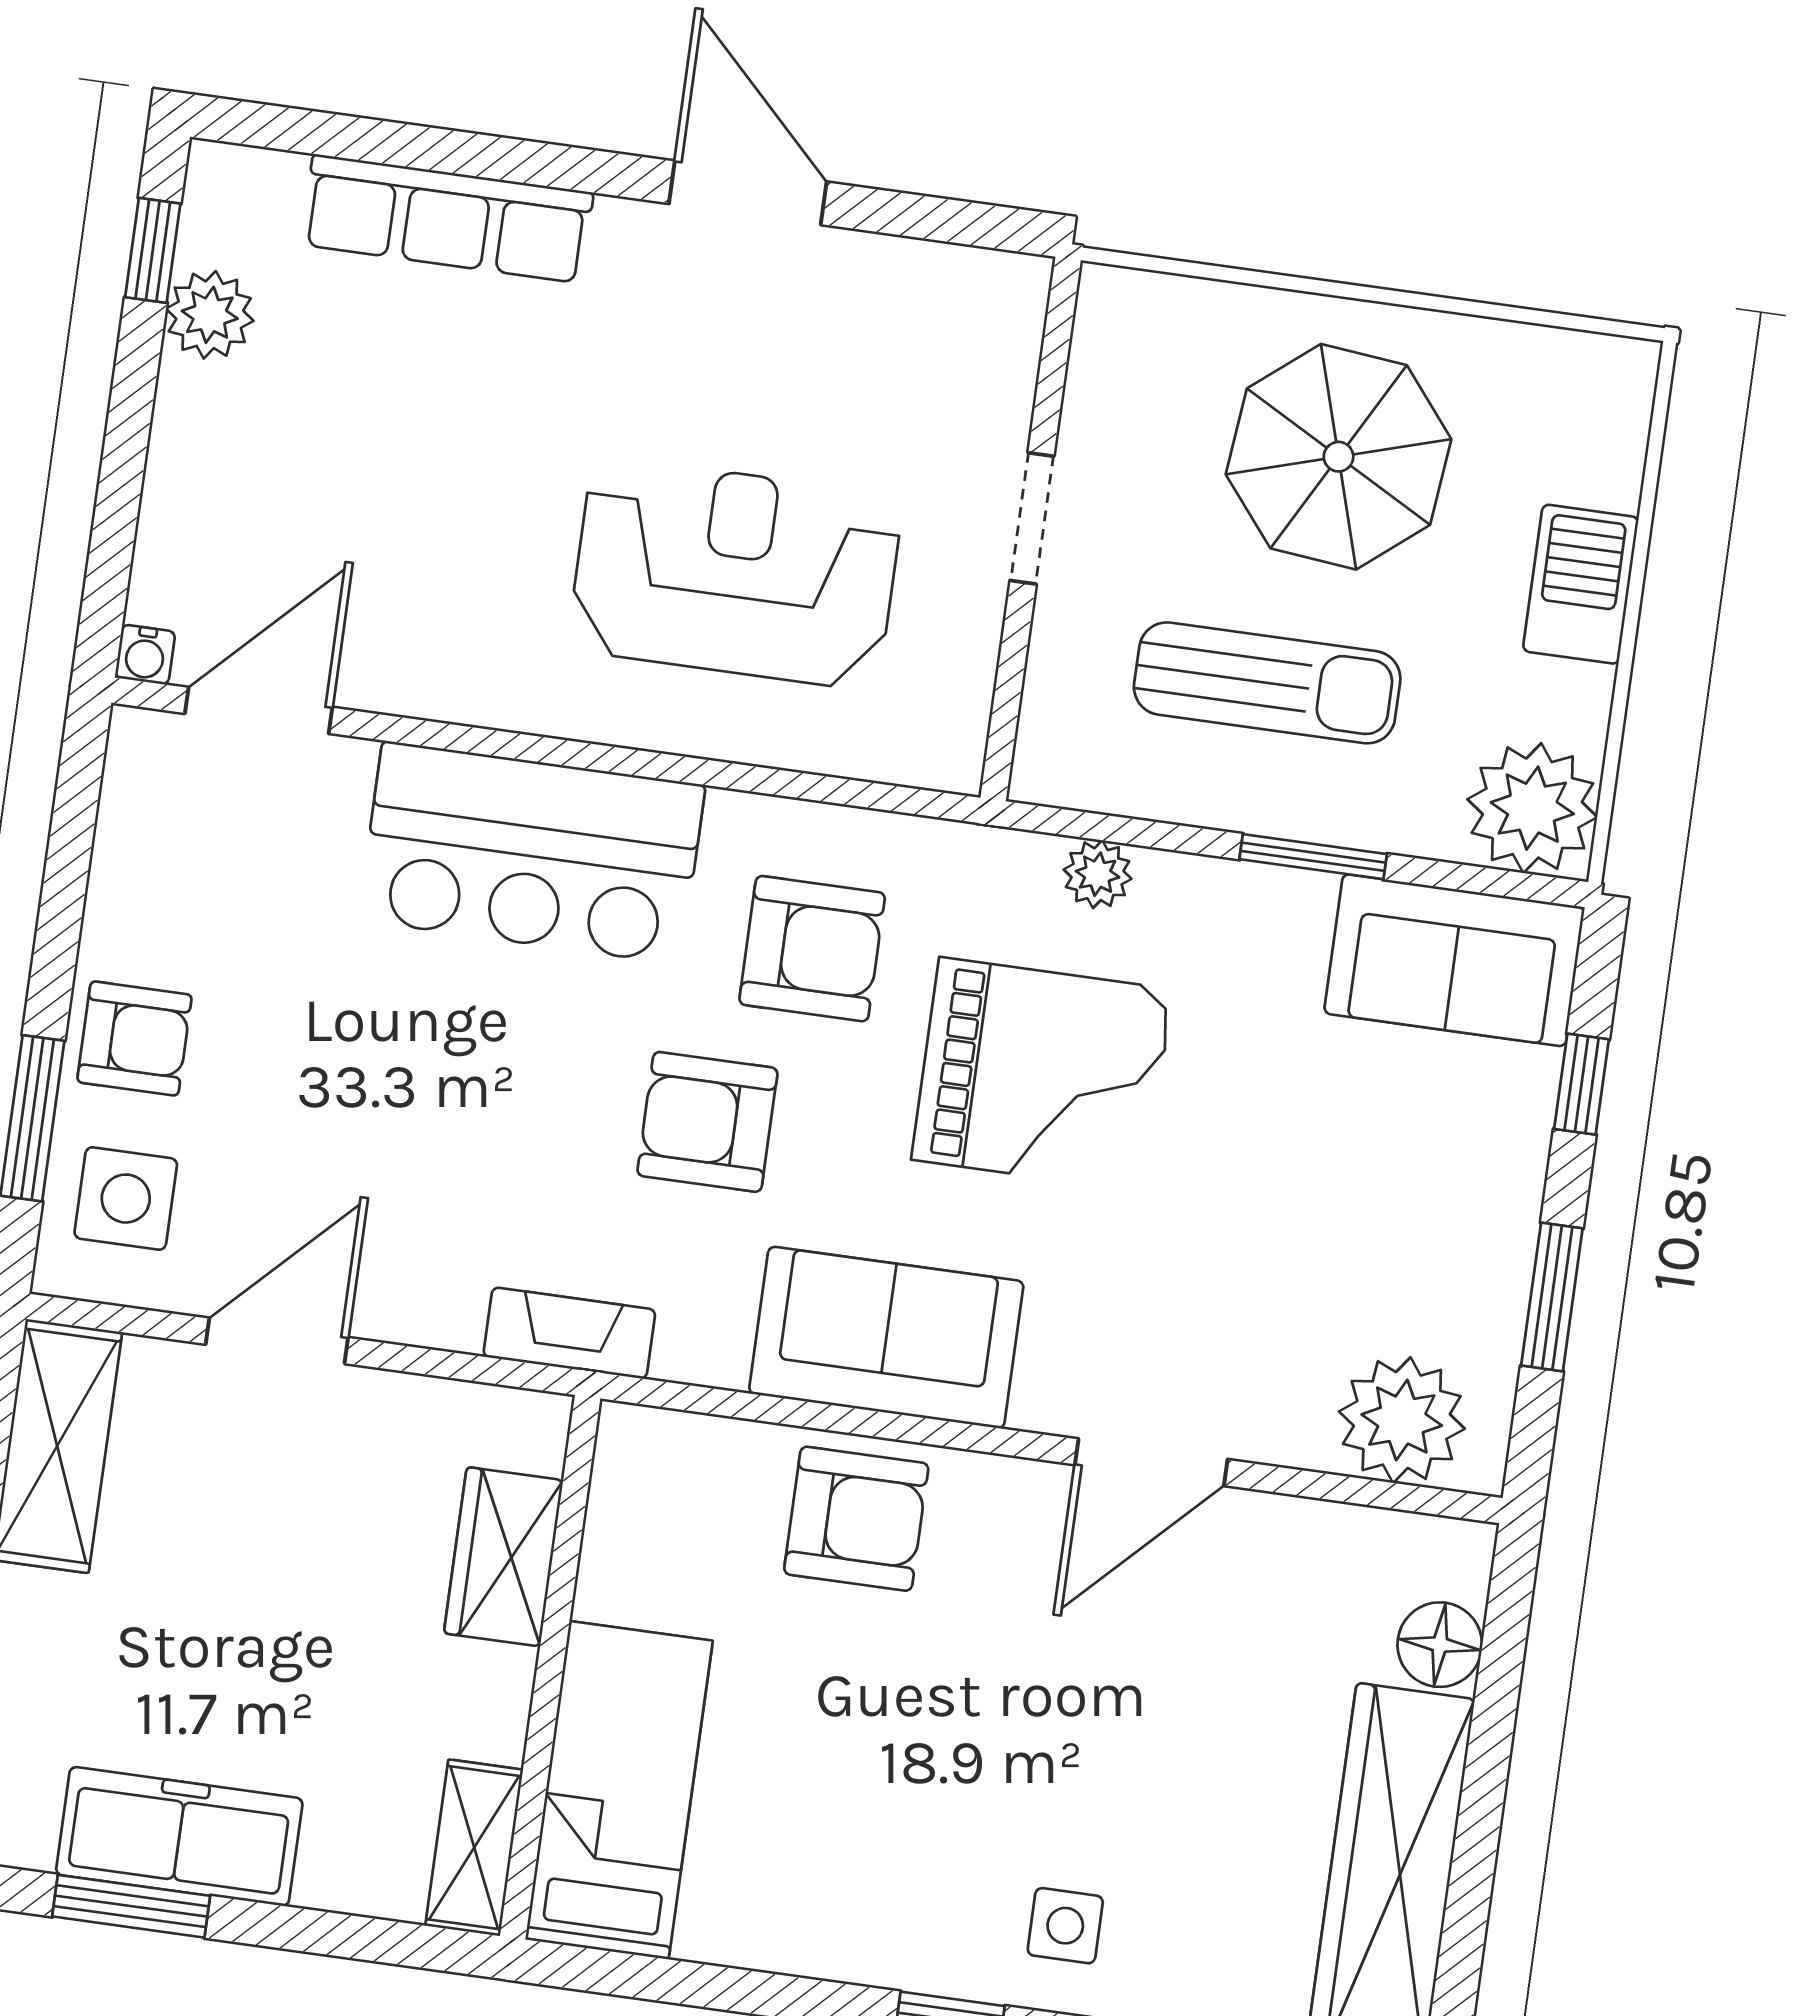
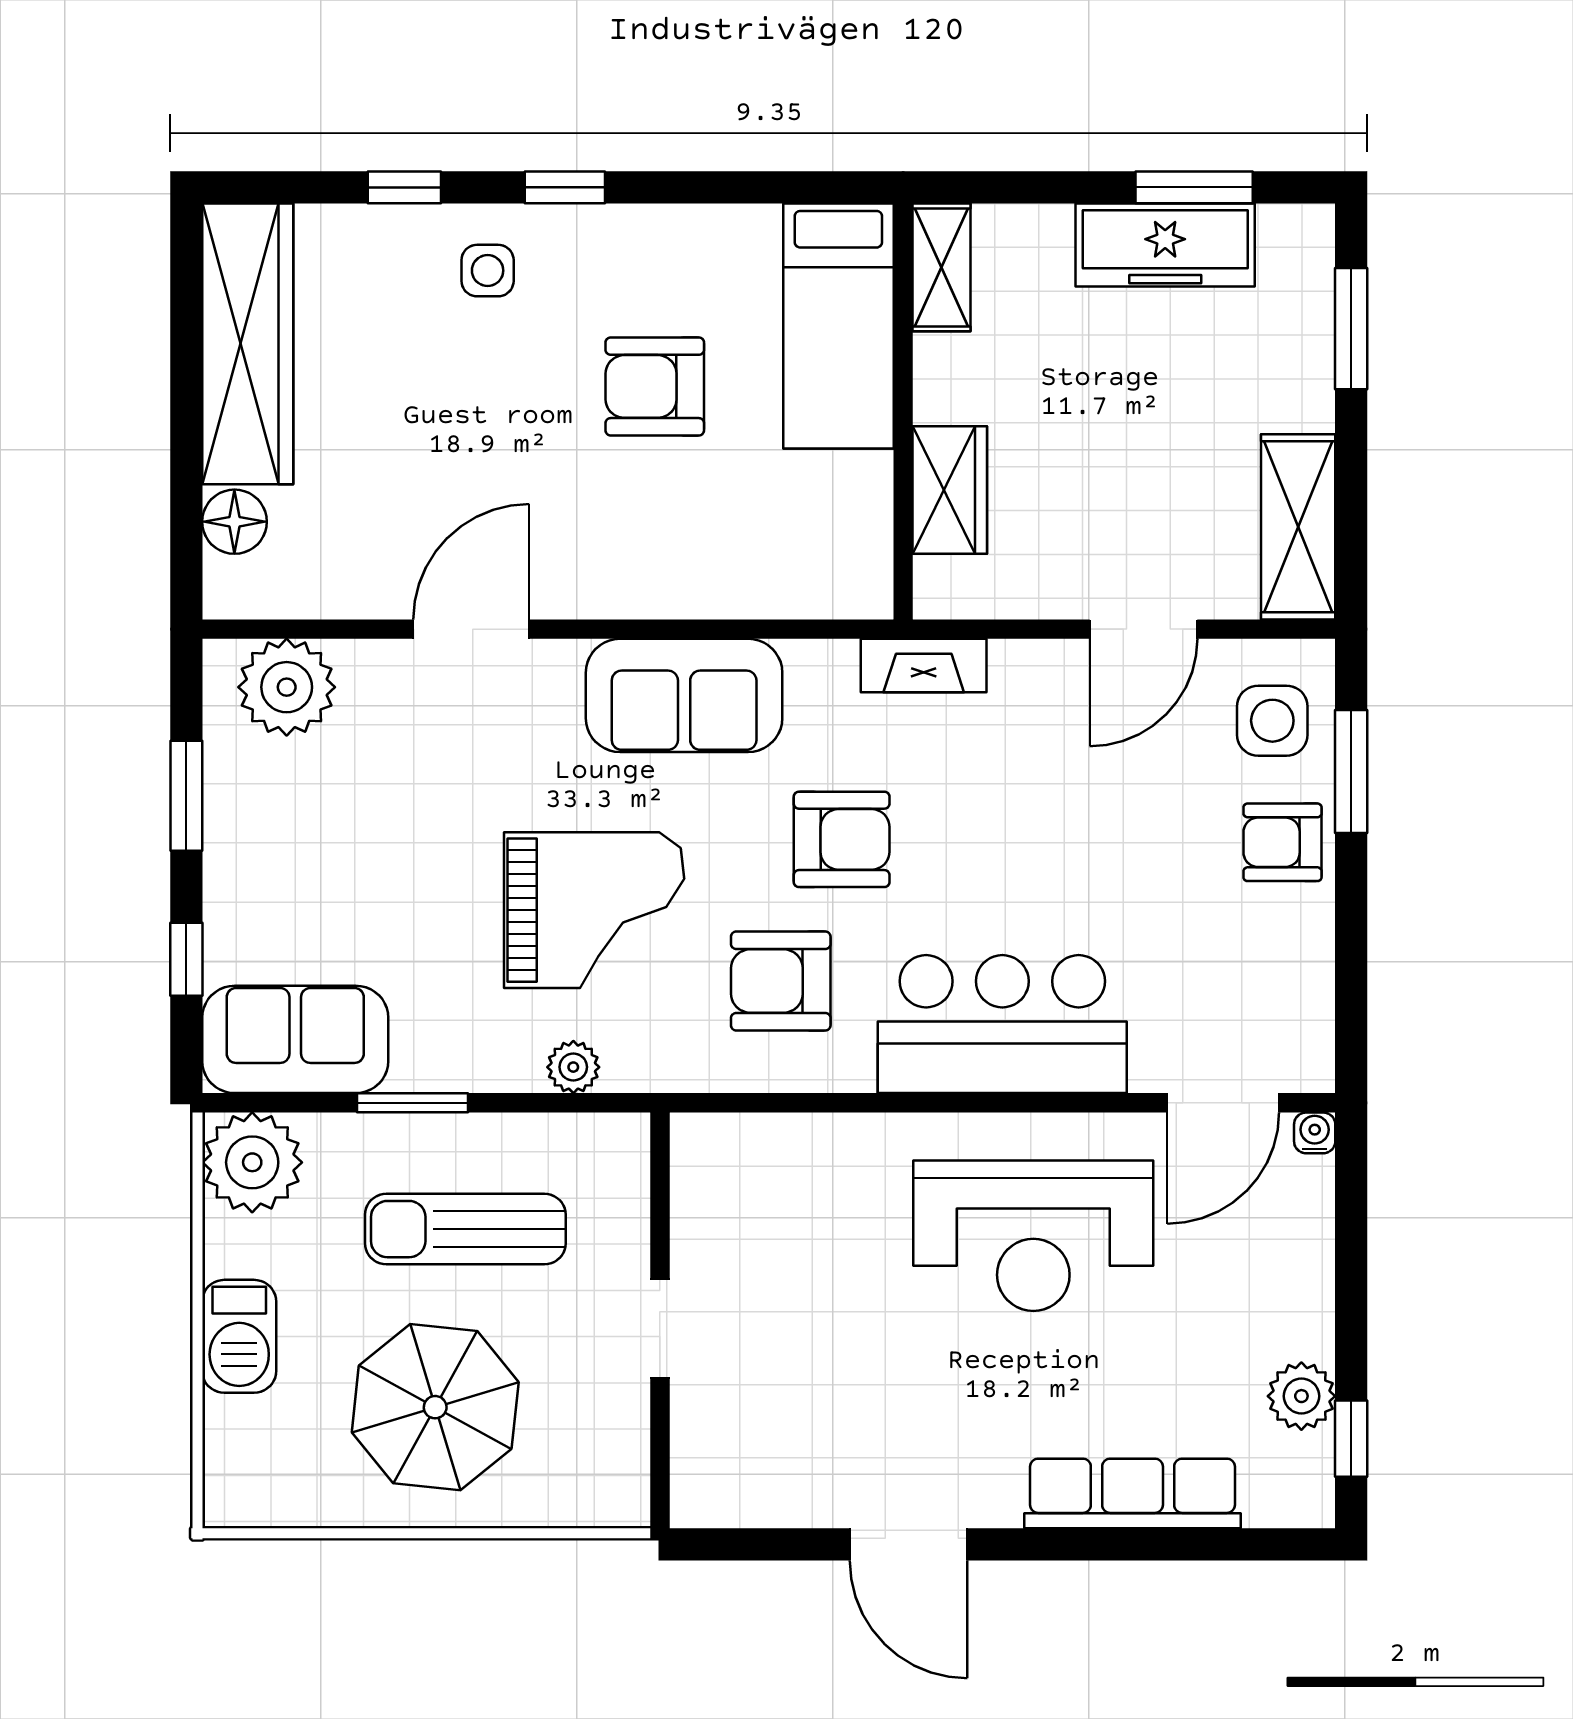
reception desk: (735, 573) -> (1033, 1236), moved
grand piano: (1042, 1074) -> (594, 910), turned 180
armchair: (856, 1519) -> (655, 386), moved

